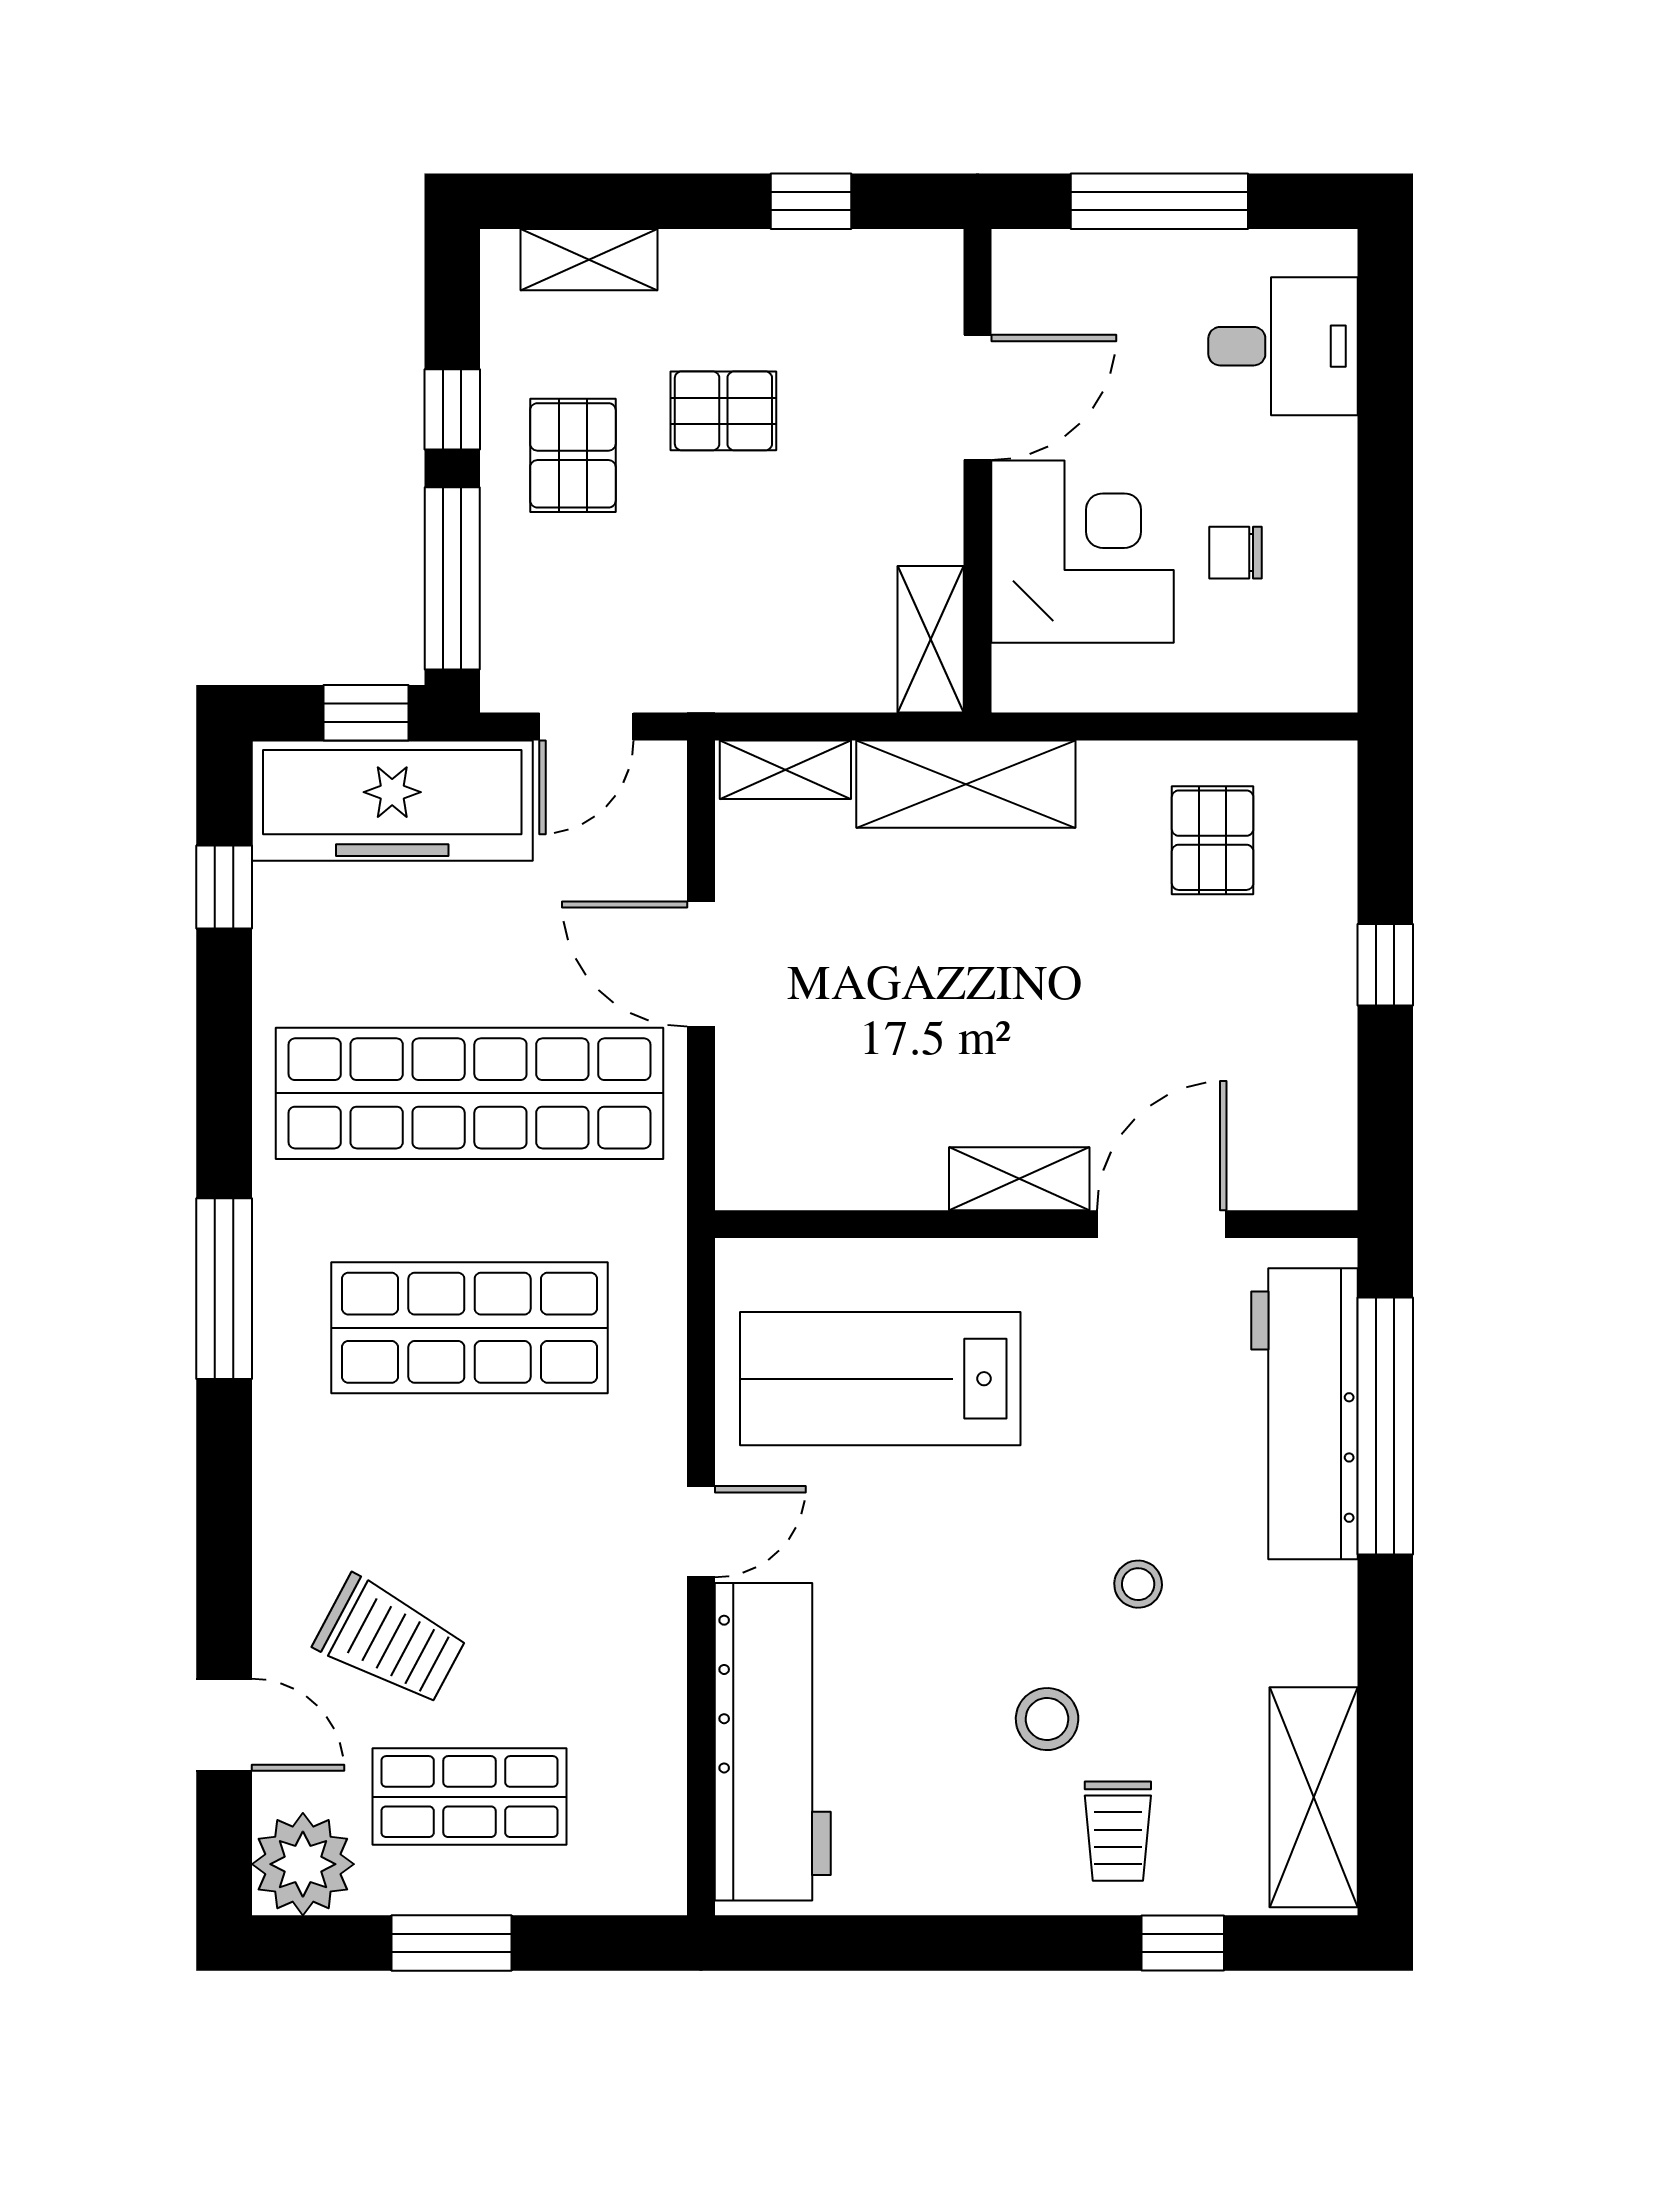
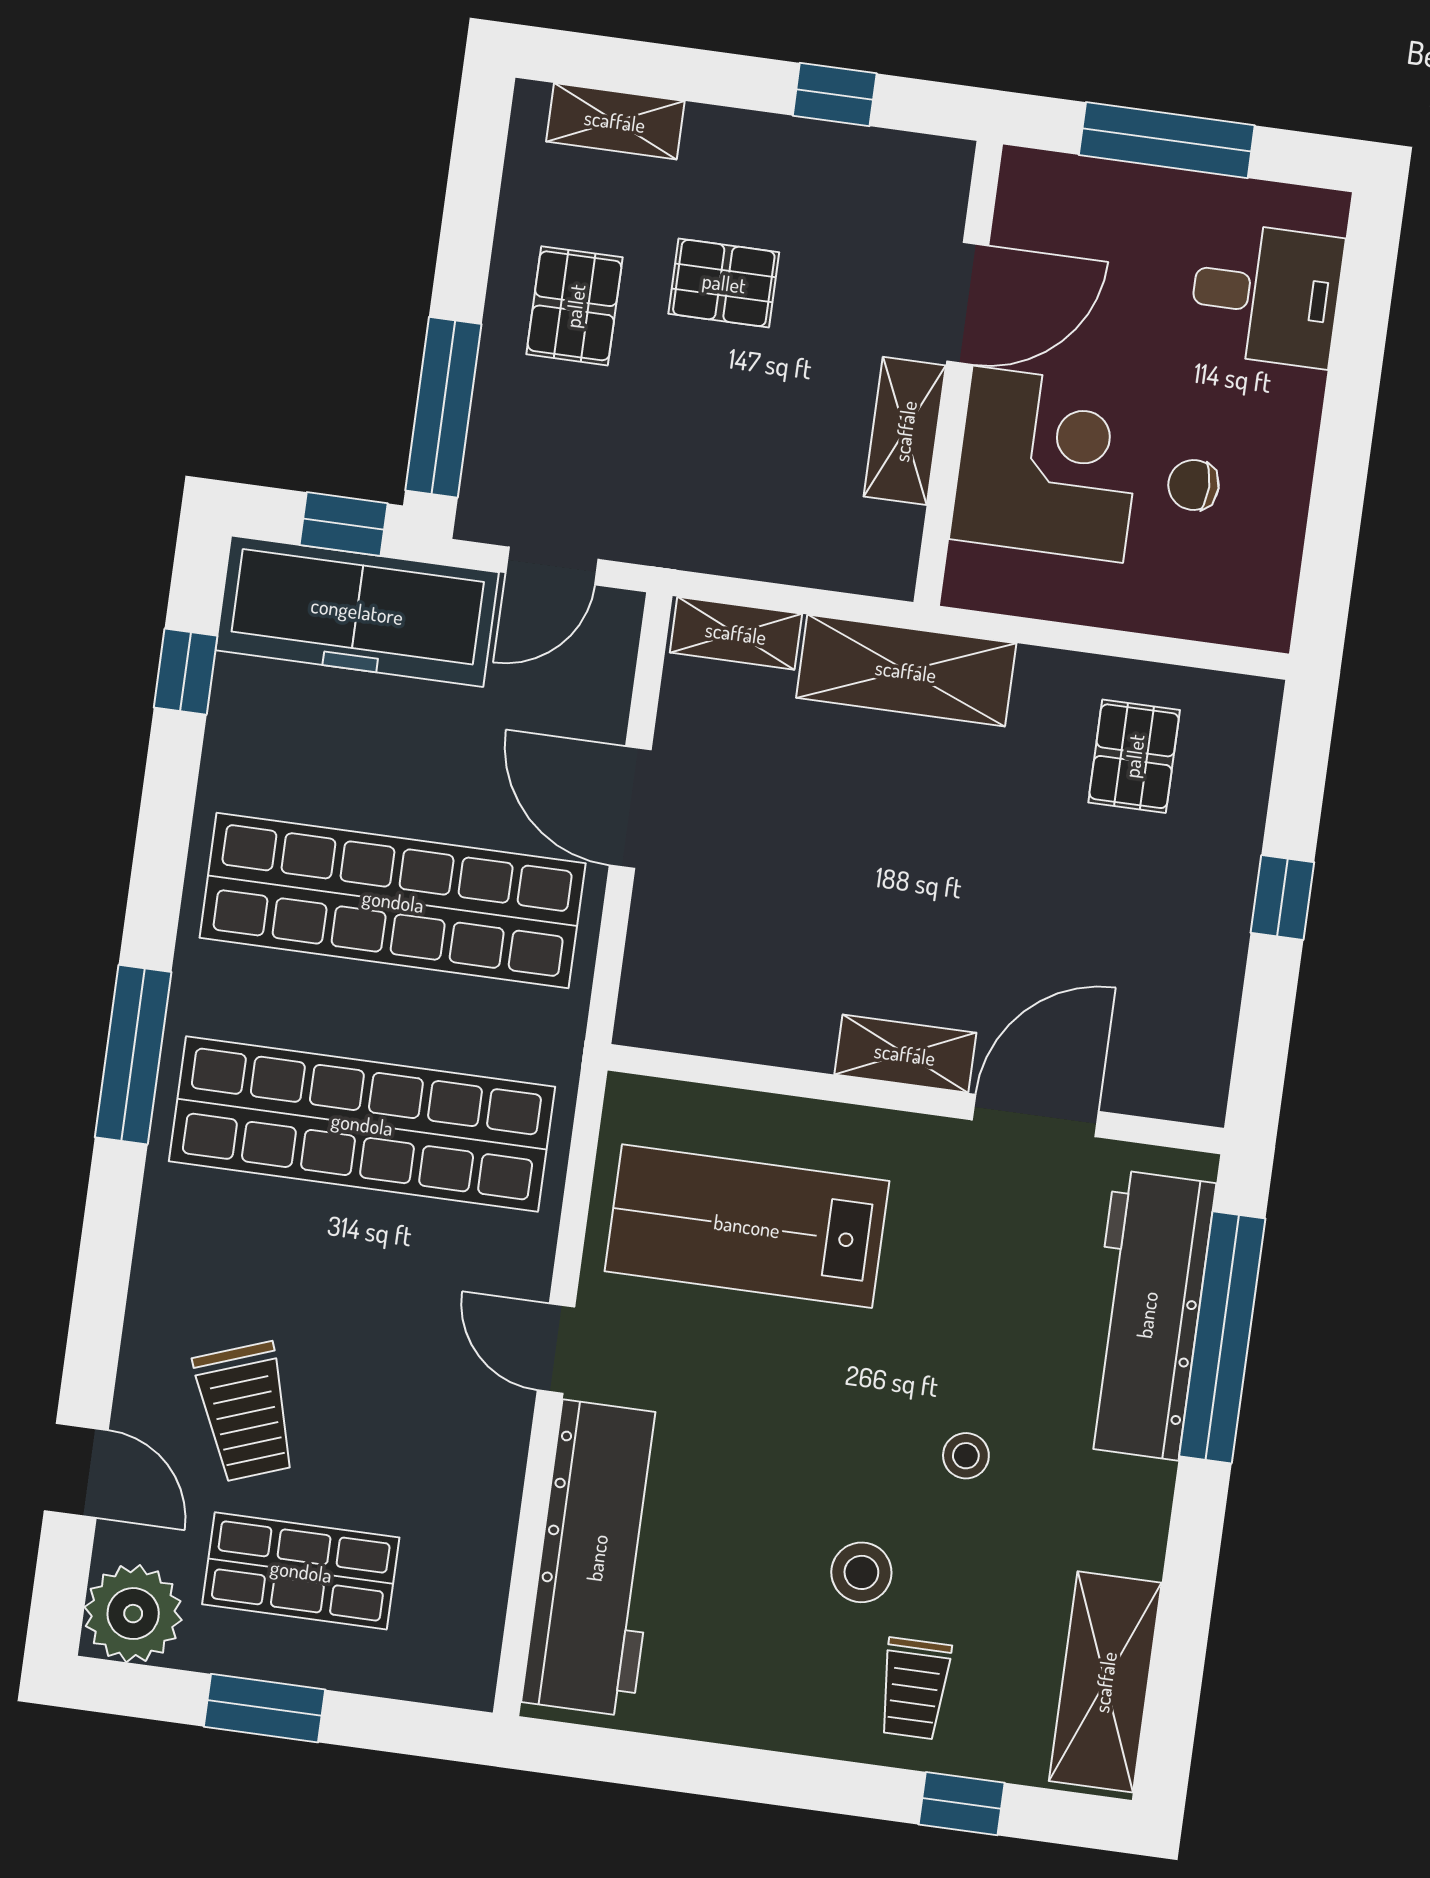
window: (452, 409) -> (465, 246), removed
shelving: (931, 639) -> (905, 431), moved
shop shelf: (469, 1328) -> (362, 1124), width x1.40
door: (701, 1532) -> (556, 1349), swing flipped
trolley: (390, 1640) -> (246, 1412), turned 42

